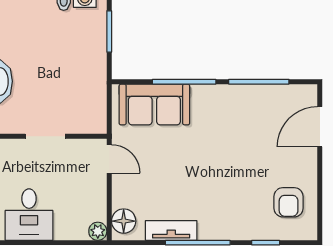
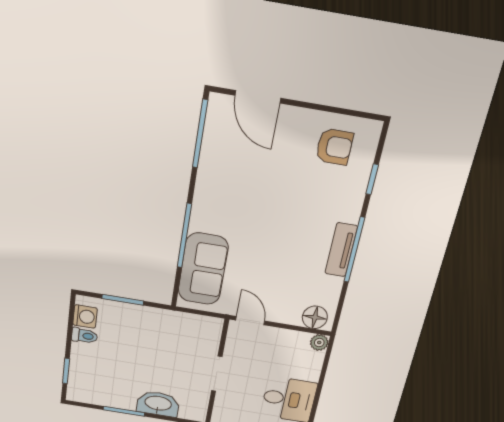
window: (259, 82) -> (200, 134), moved
door: (109, 159) -> (250, 321), hinge flipped
tv unit: (171, 230) -> (341, 250), moved

